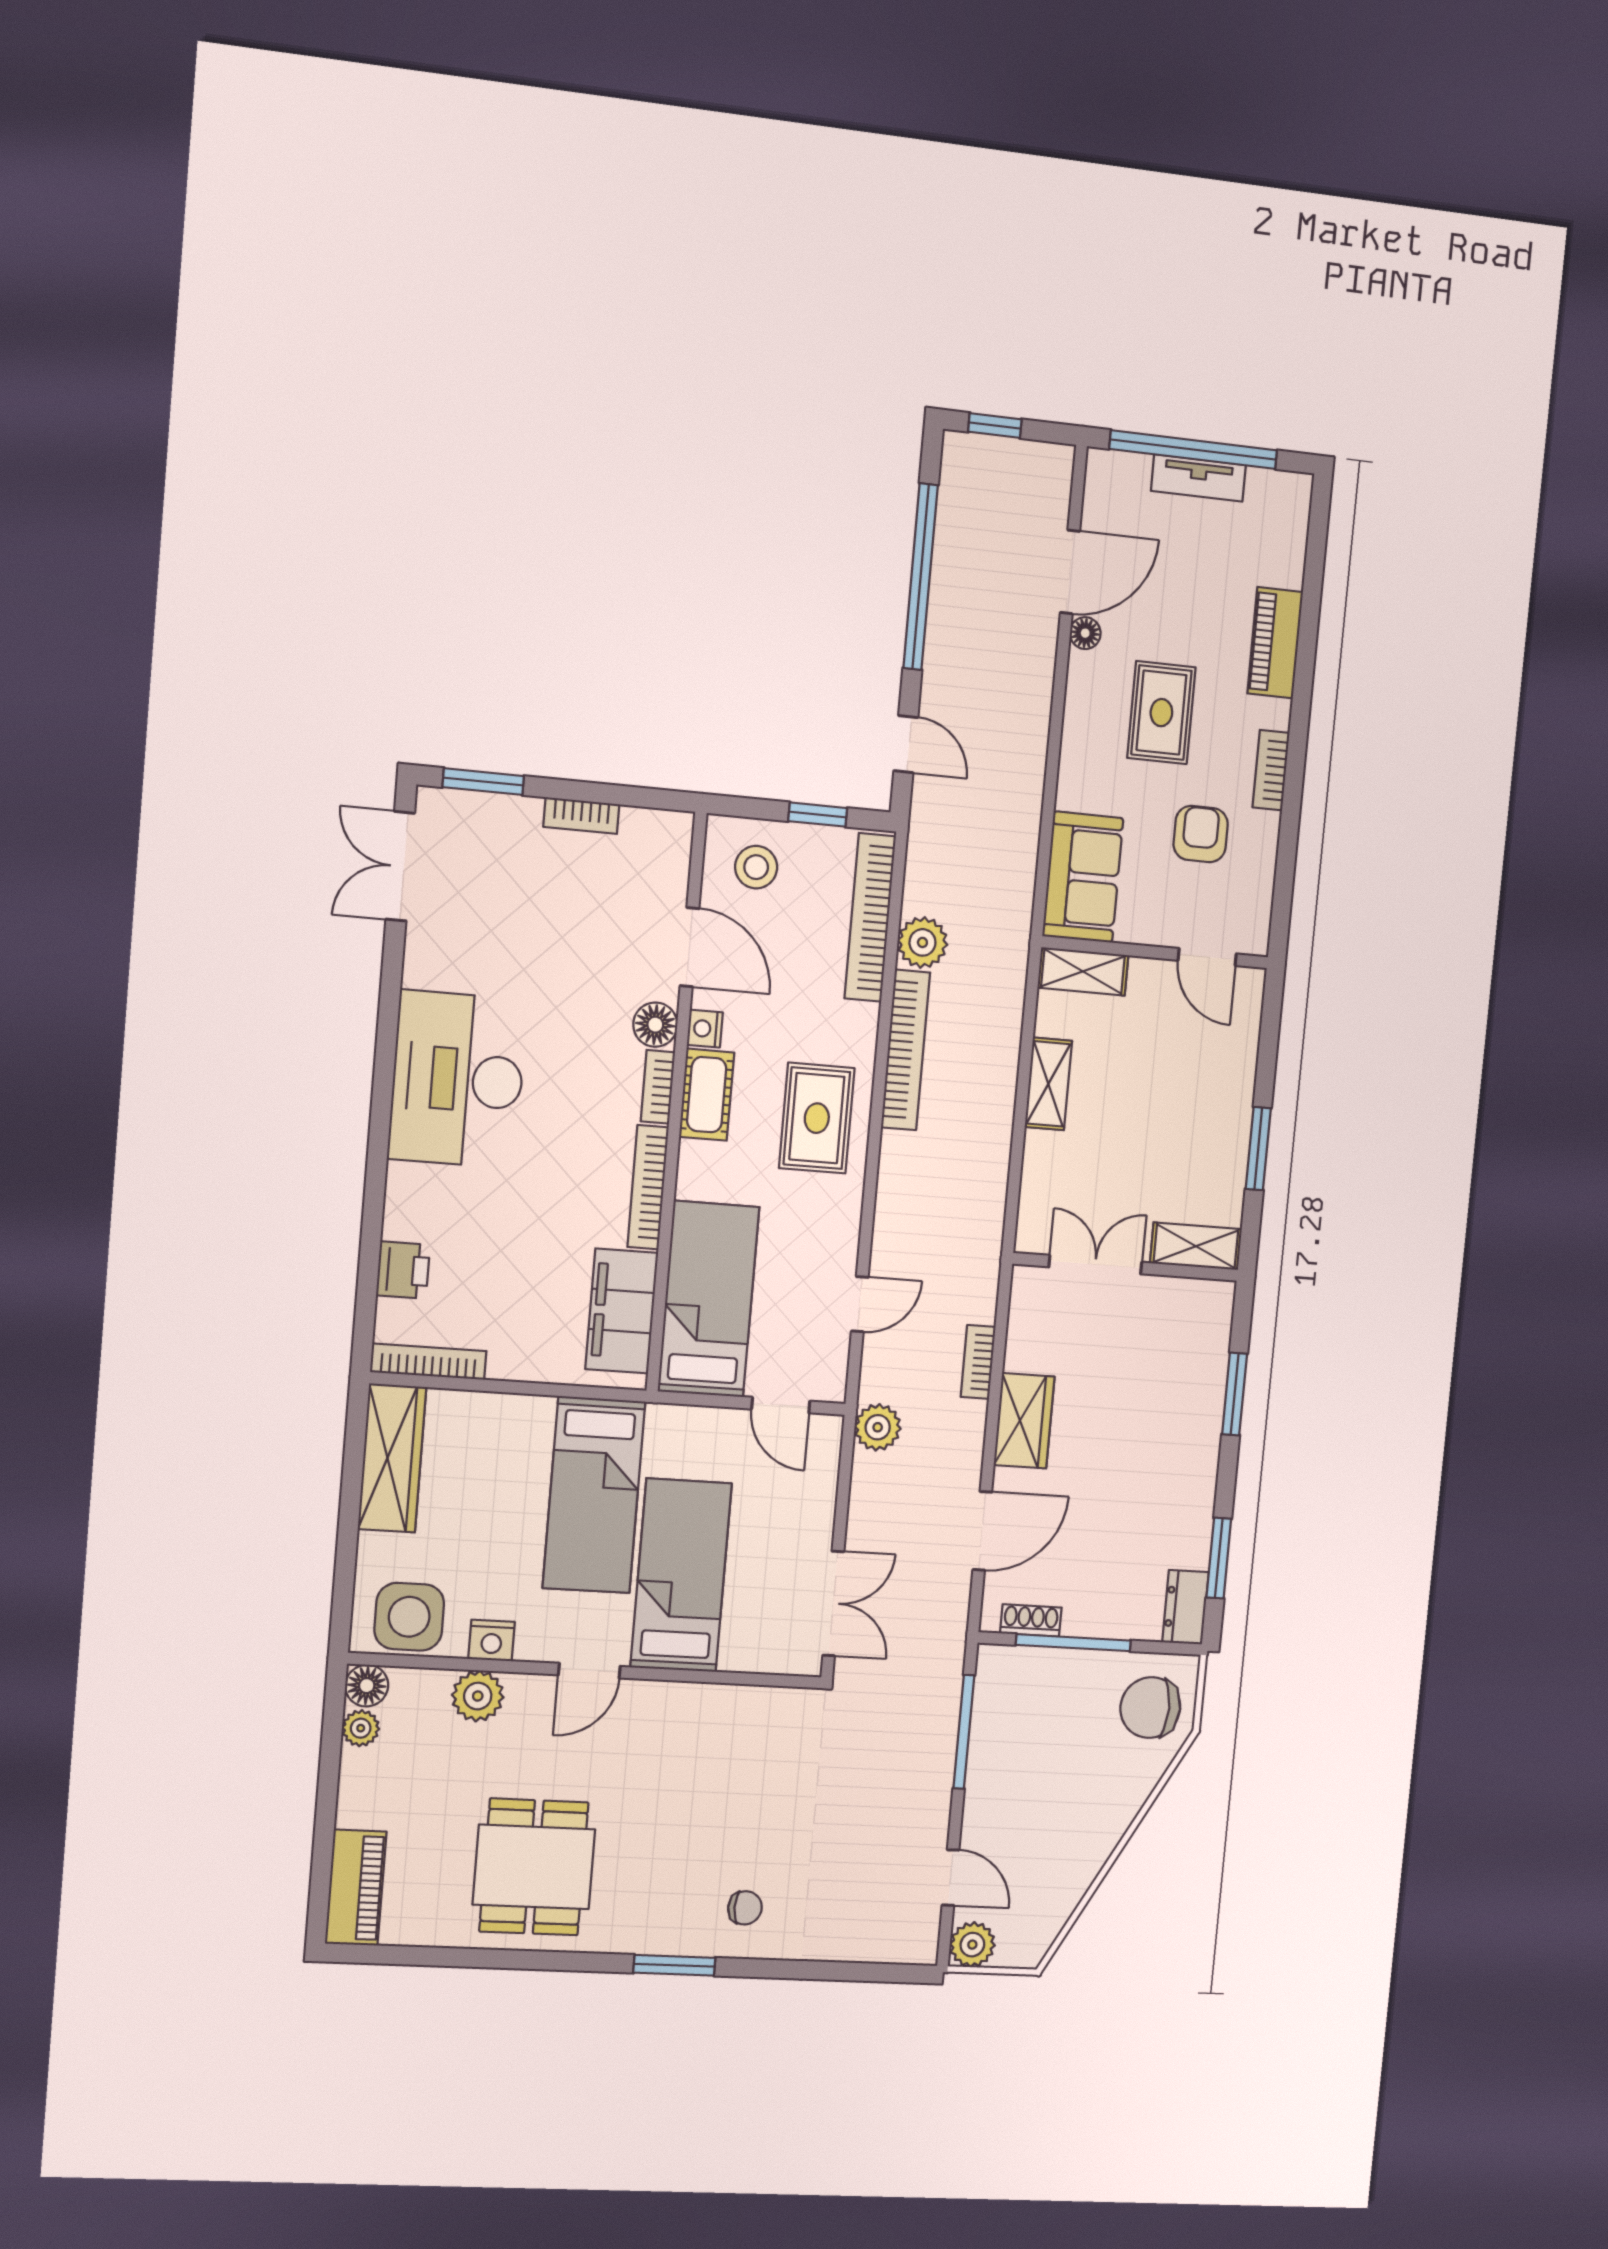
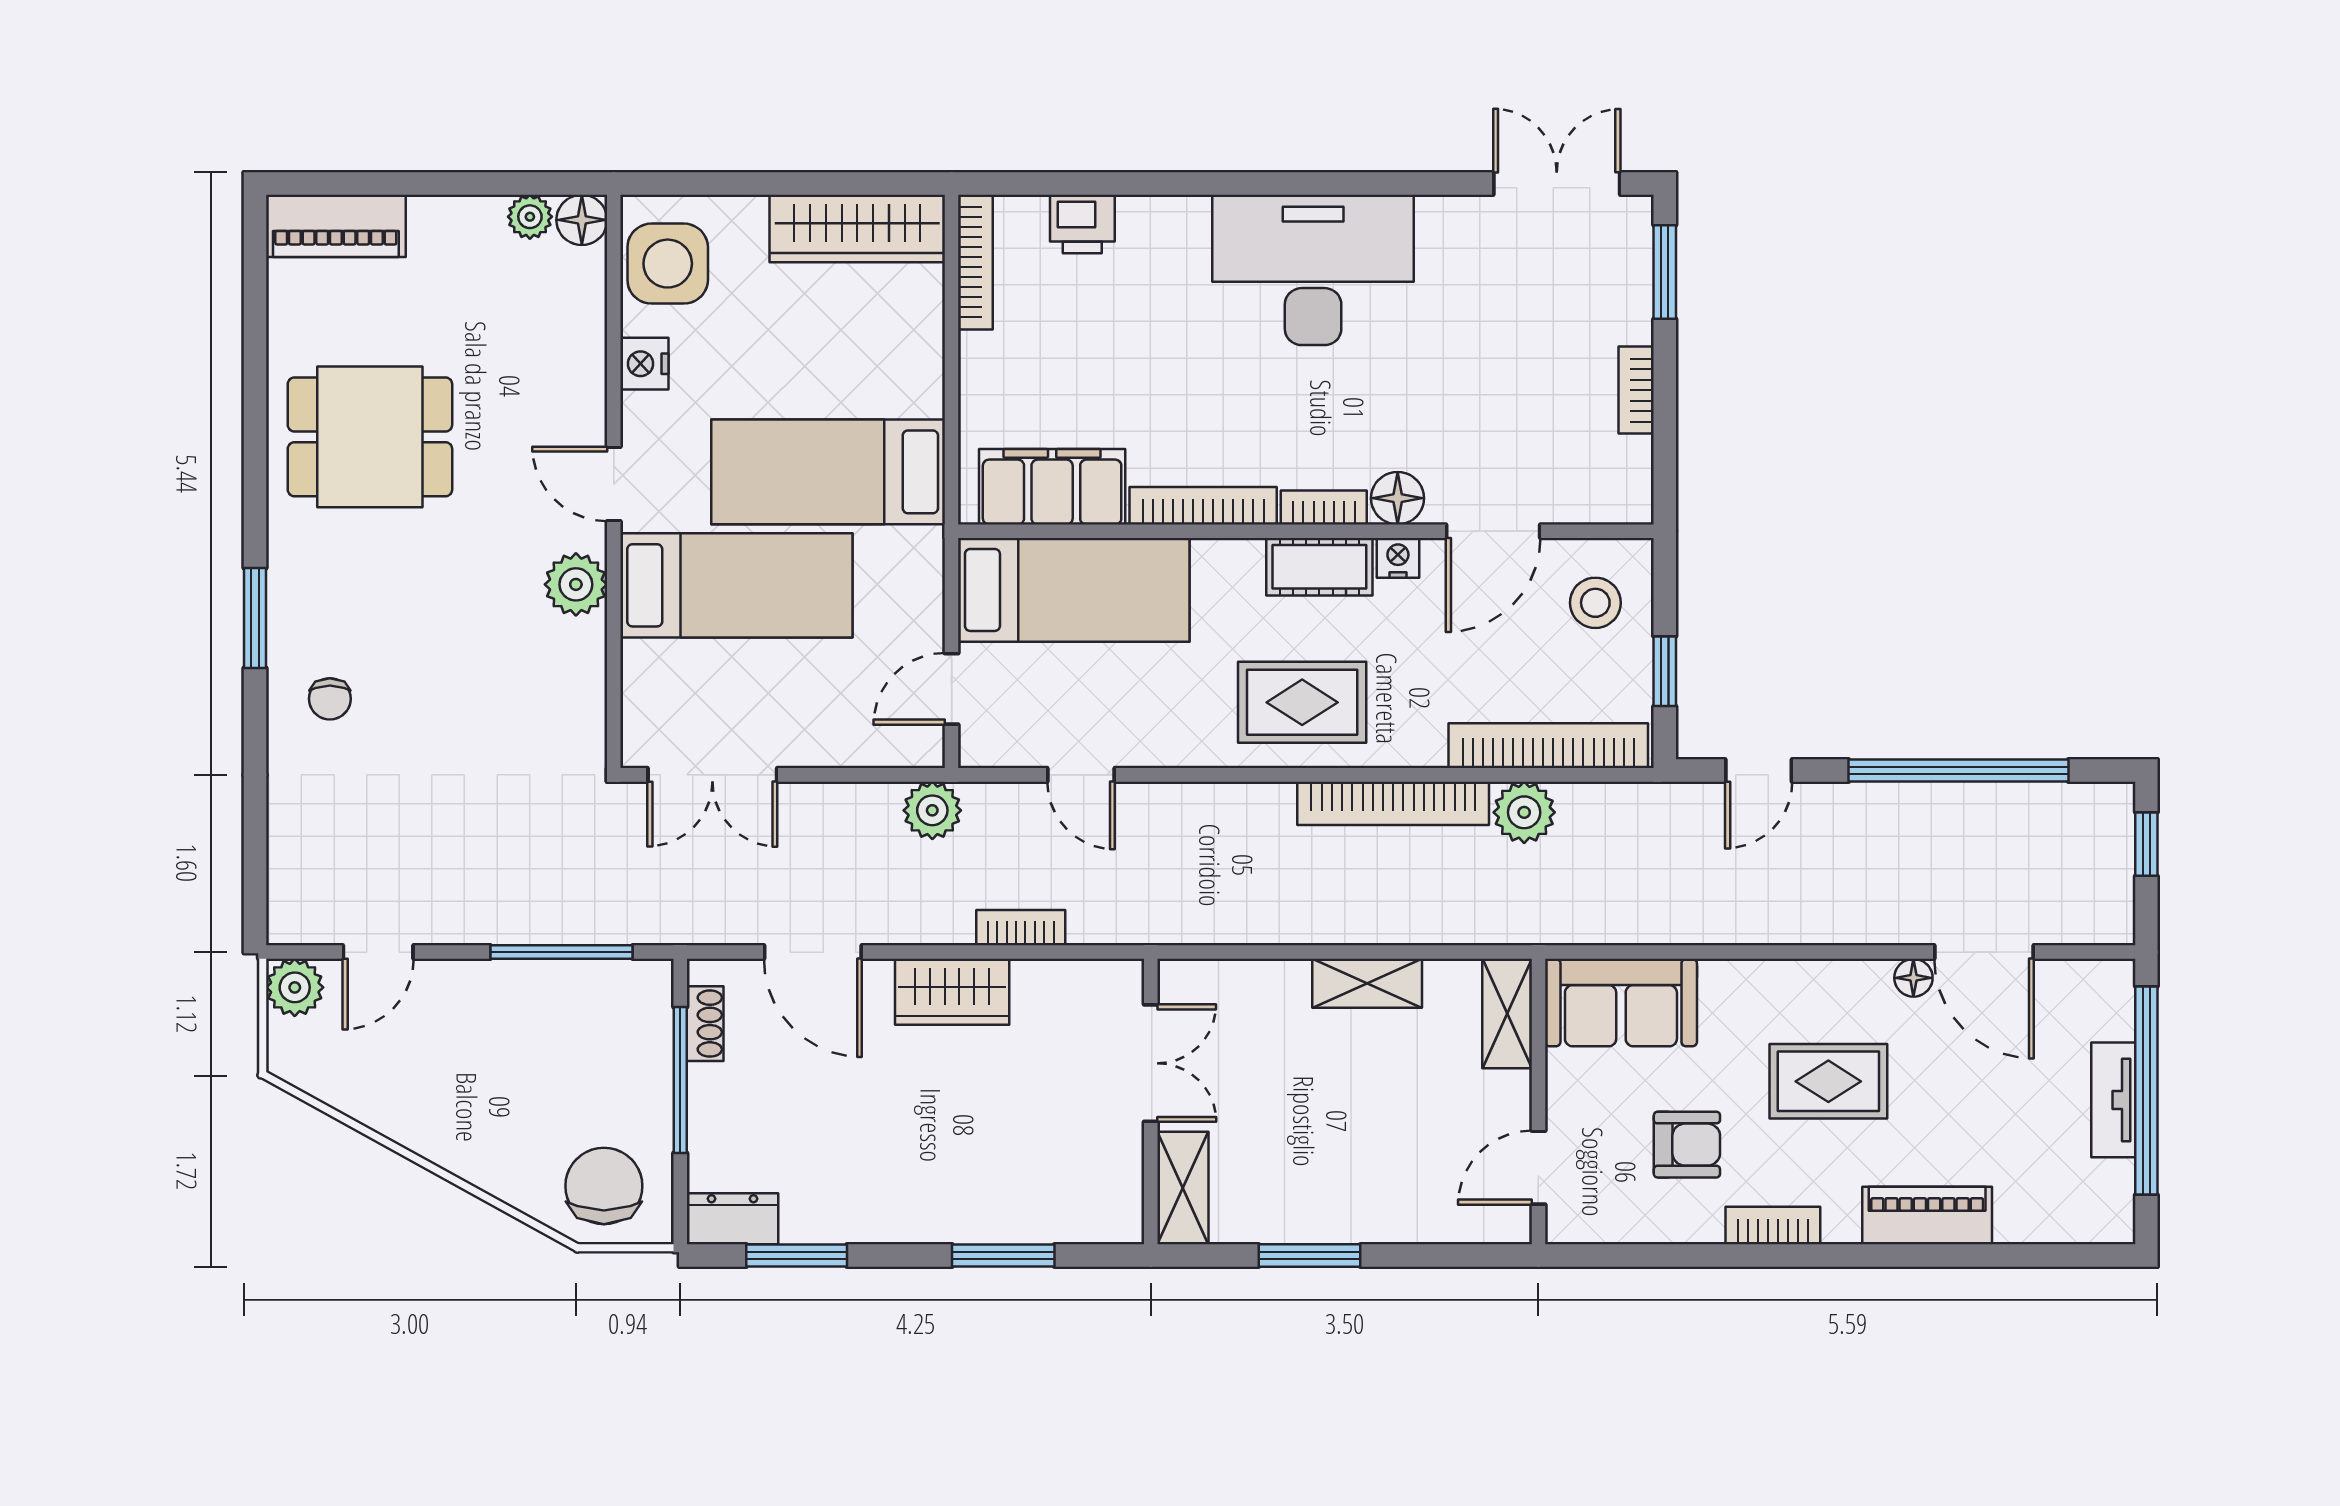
plant: (478, 1696) -> (576, 584), moved

